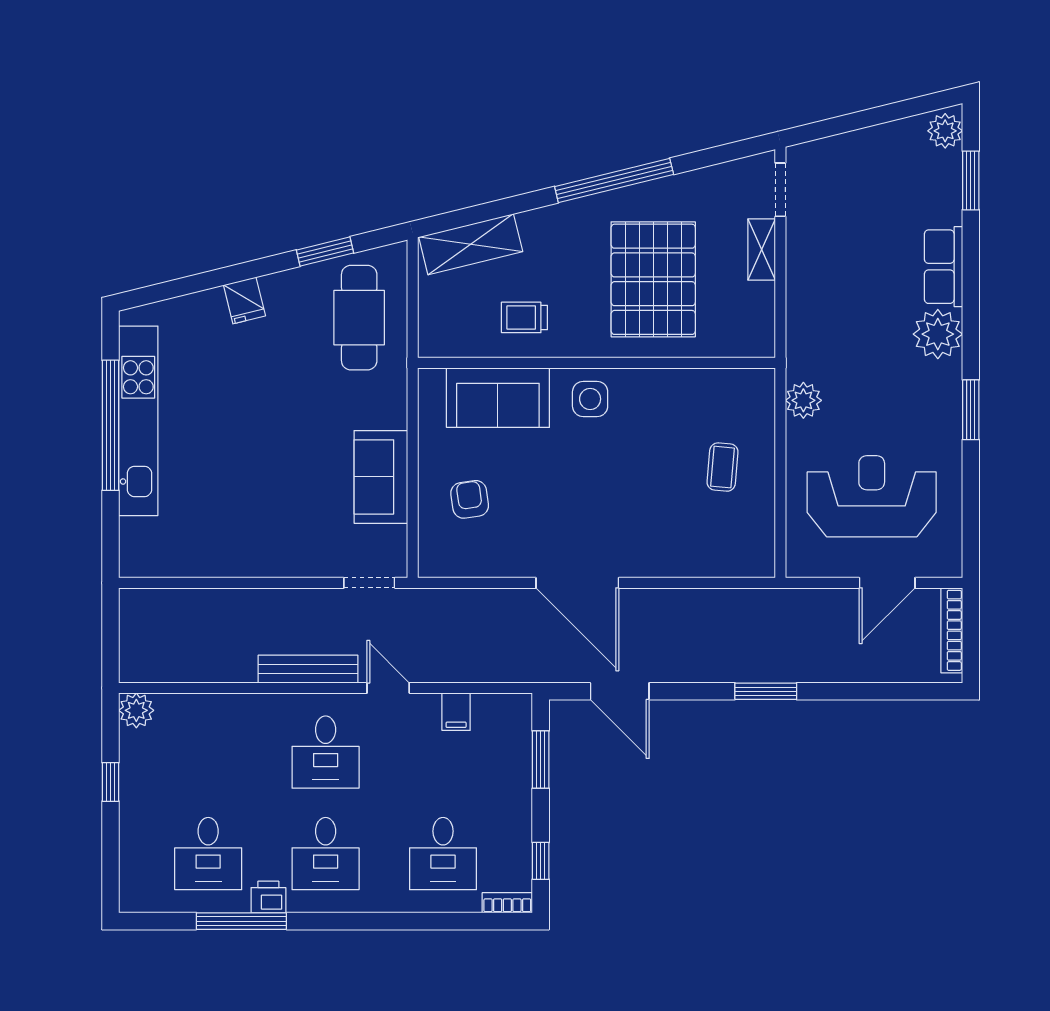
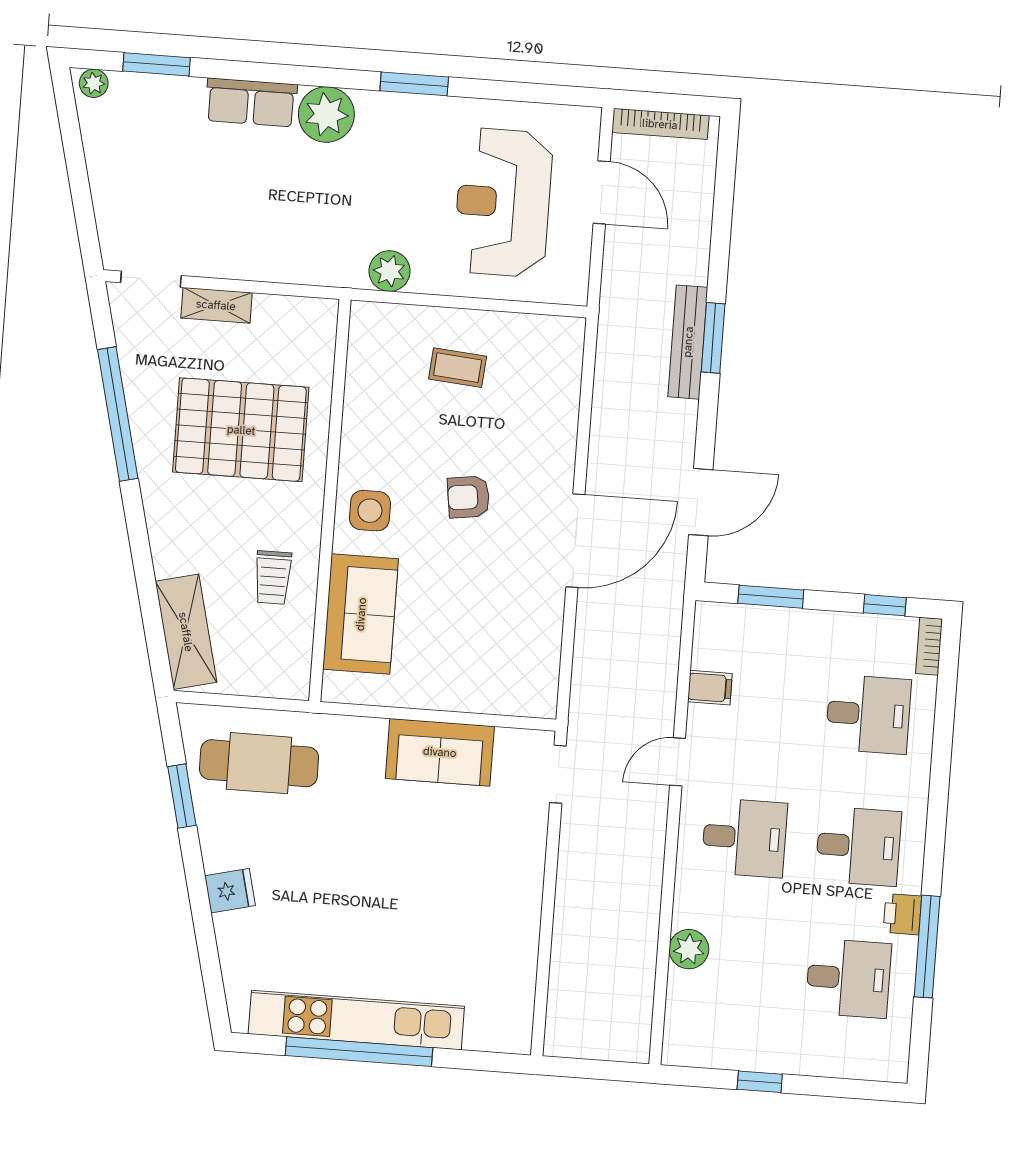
plant: (945, 131) -> (94, 83), width x0.73, depth x0.73
window: (614, 180) -> (118, 414), moved
armchair: (470, 499) -> (468, 497), moved
bench: (308, 669) -> (688, 342), moved
plant: (136, 710) -> (689, 949), moved

